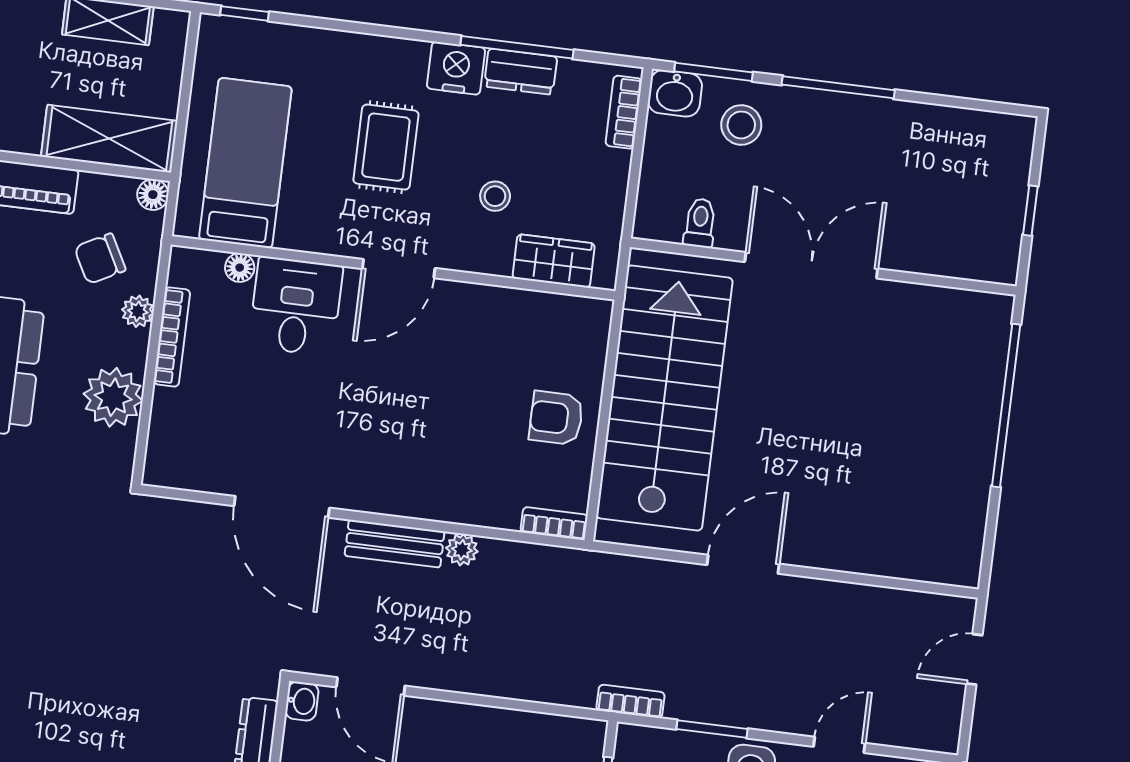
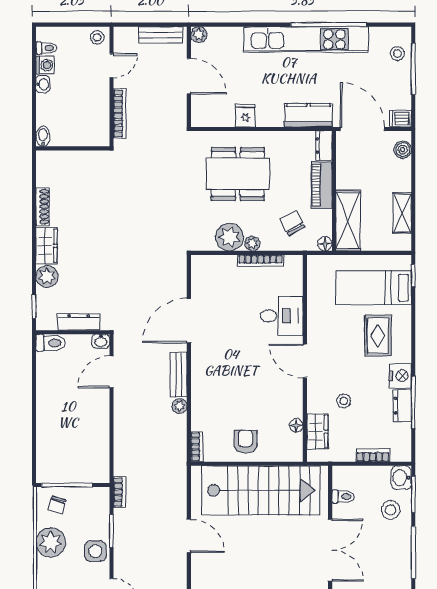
bookcase: (624, 112) -> (373, 455), moved
rug: (386, 147) -> (378, 336), moved, turned 90
bed: (245, 163) -> (374, 288), moved, turned 180
floor lamp: (240, 268) -> (296, 425), moved
plant: (138, 311) -> (252, 244), moved

